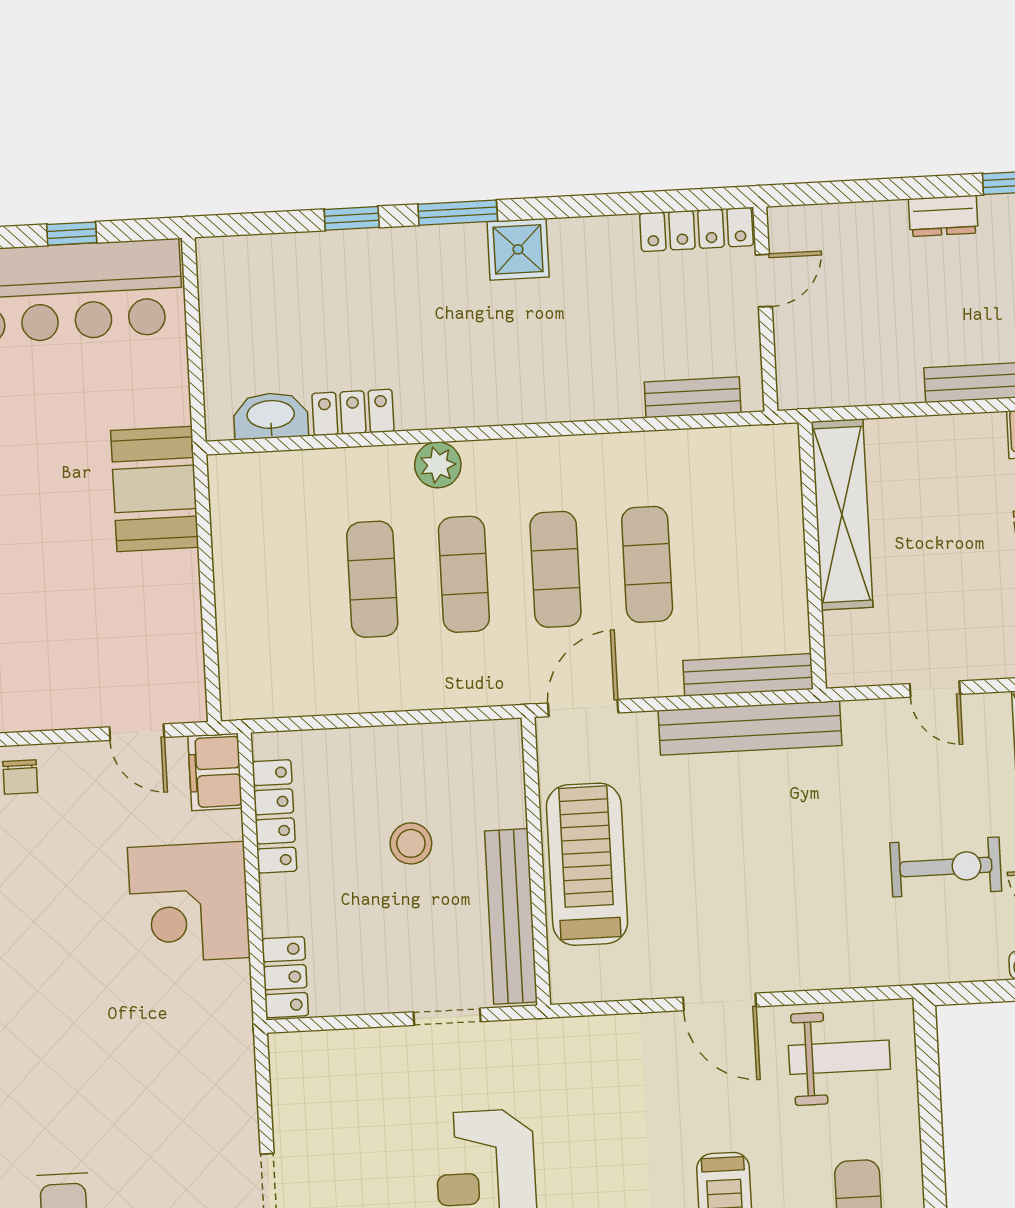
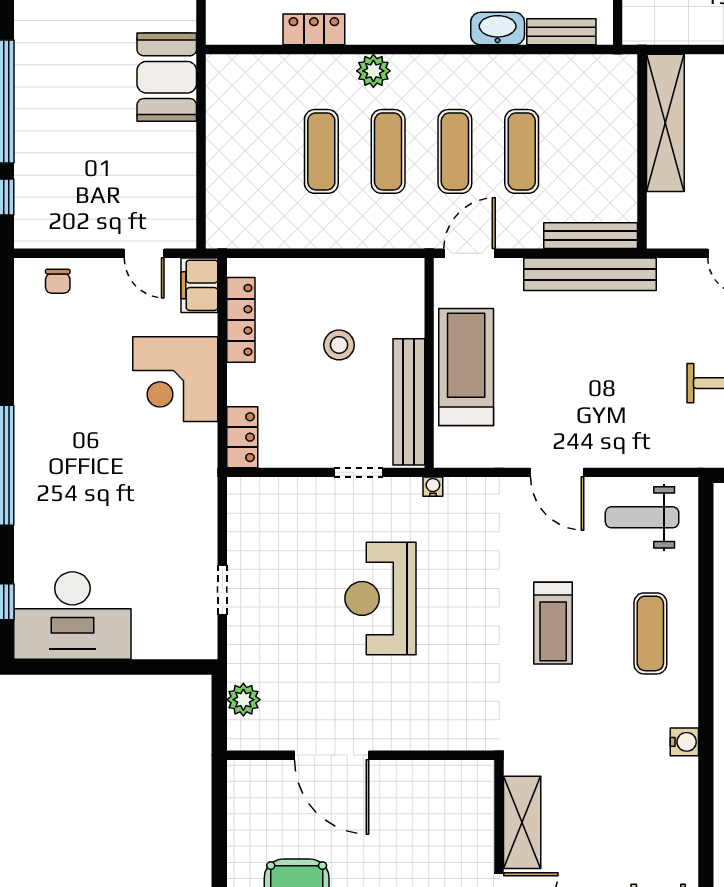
washbasin: (271, 416) -> (498, 29), moved
water cooler: (550, 1031) -> (433, 487), added
weight bench: (839, 1057) -> (642, 517), turned 180

